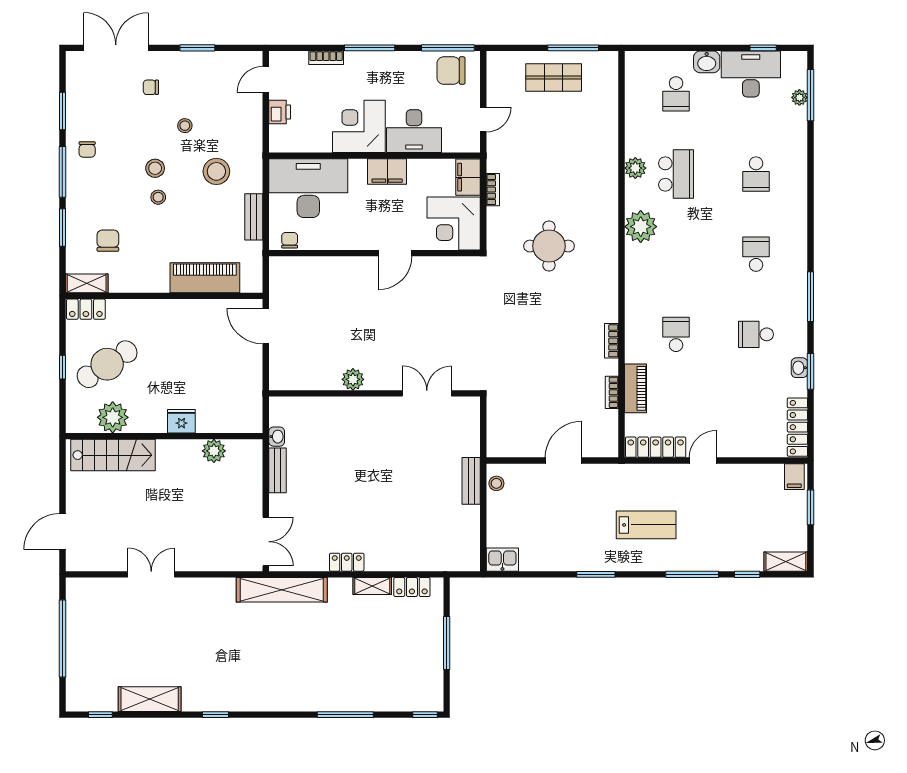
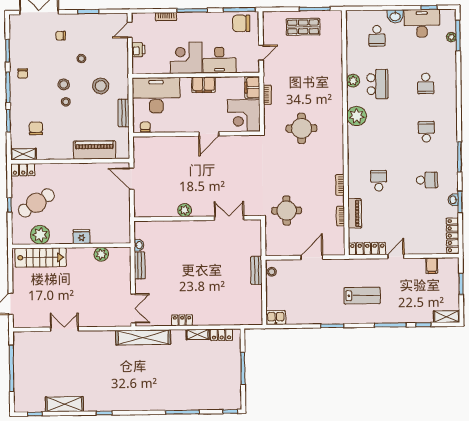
school desk: (756, 334) -> (427, 180), turned 180
round table: (522, 382) -> (287, 211), added
filing cabinet: (794, 477) -> (432, 266), moved

